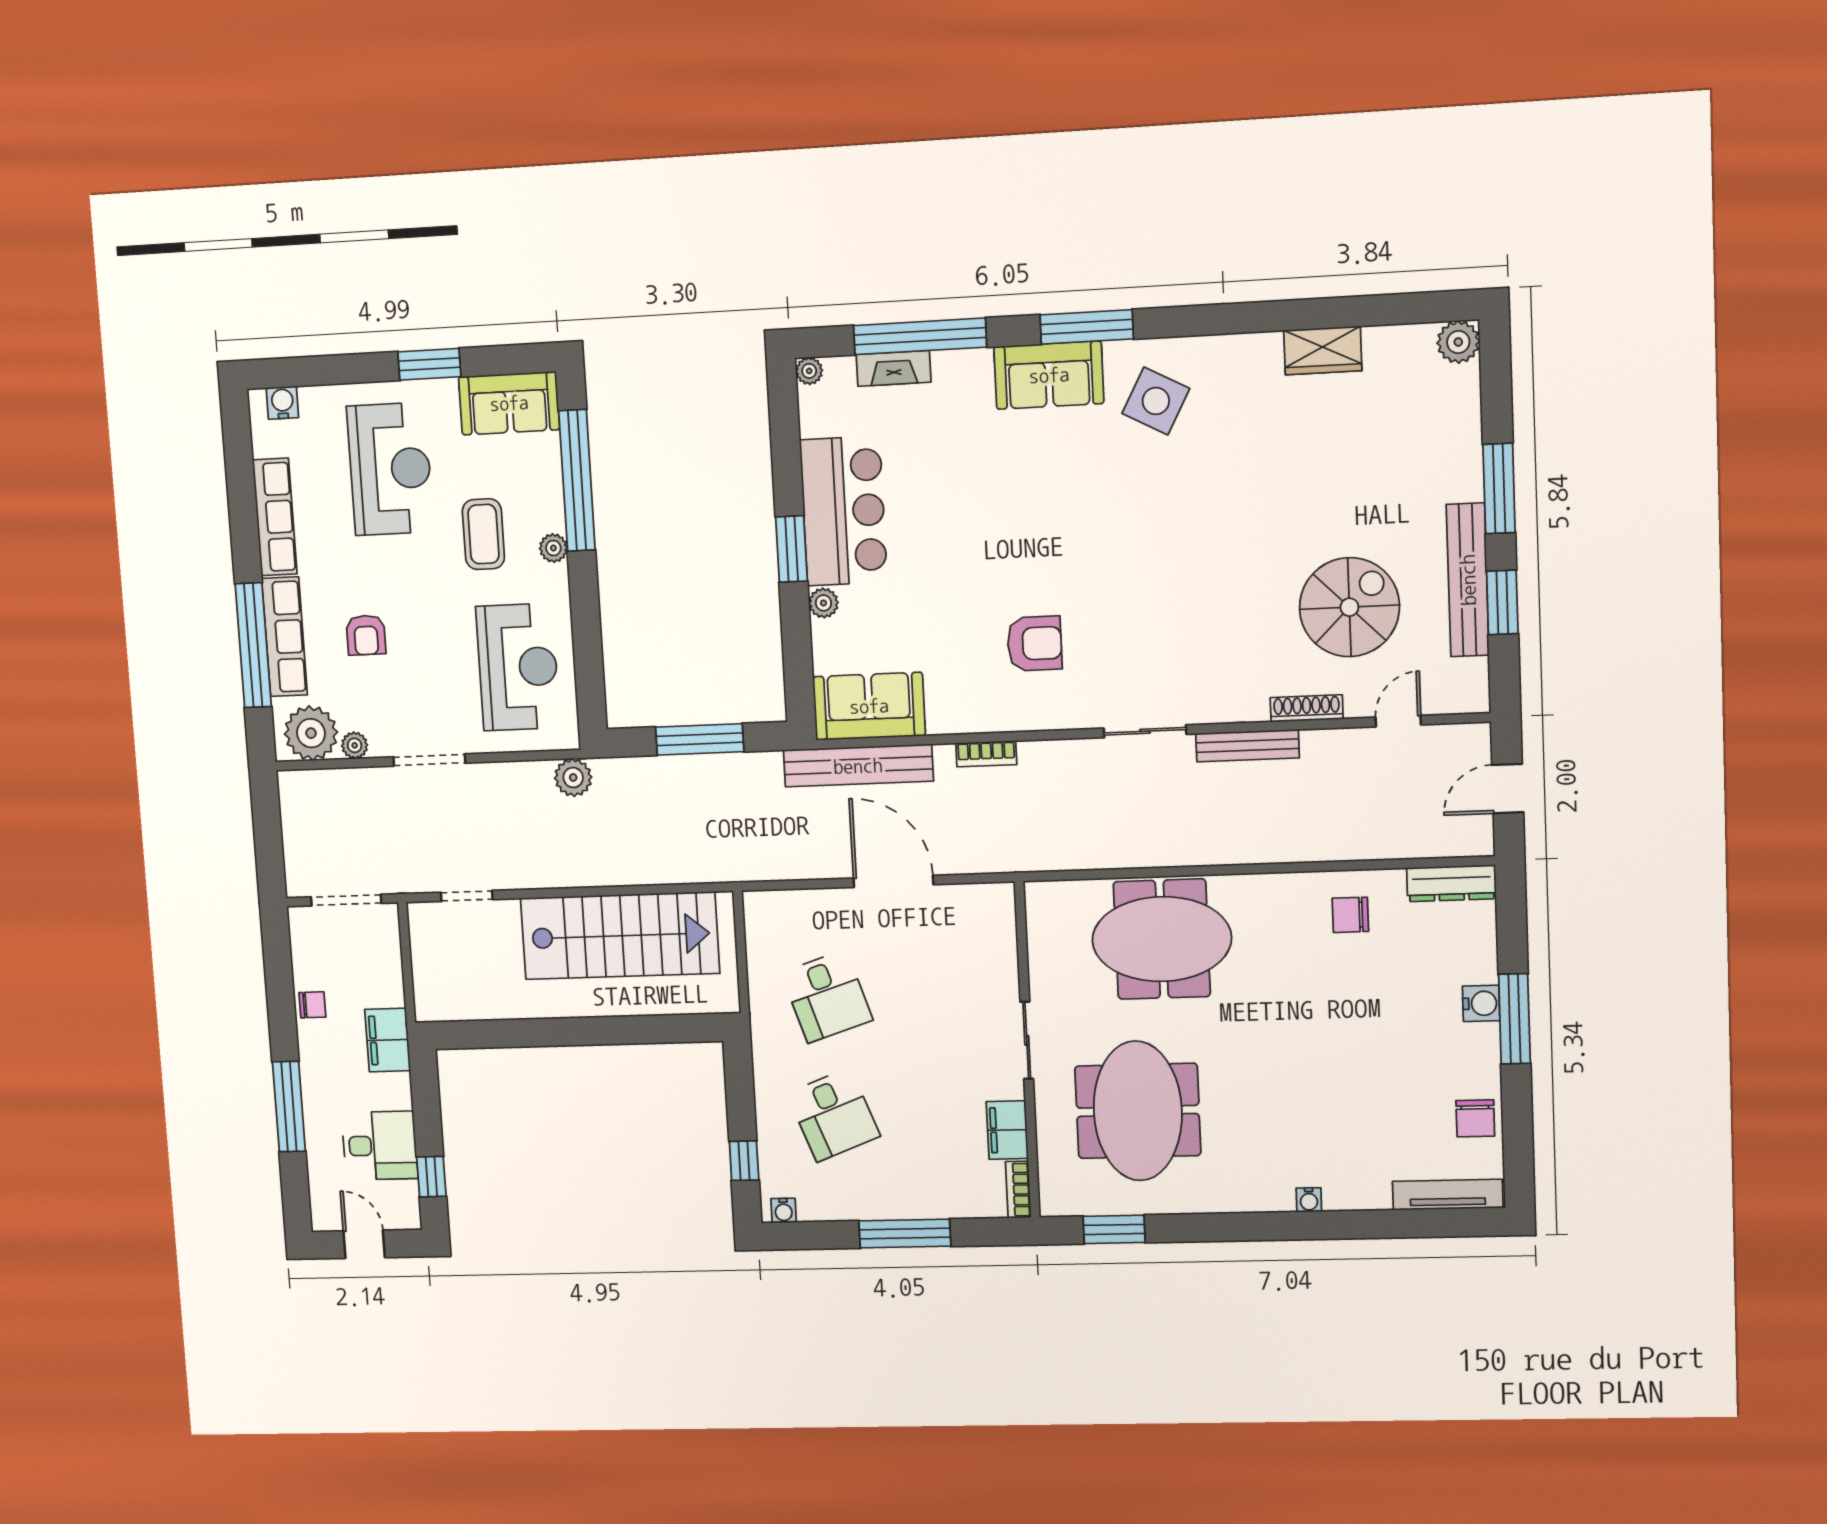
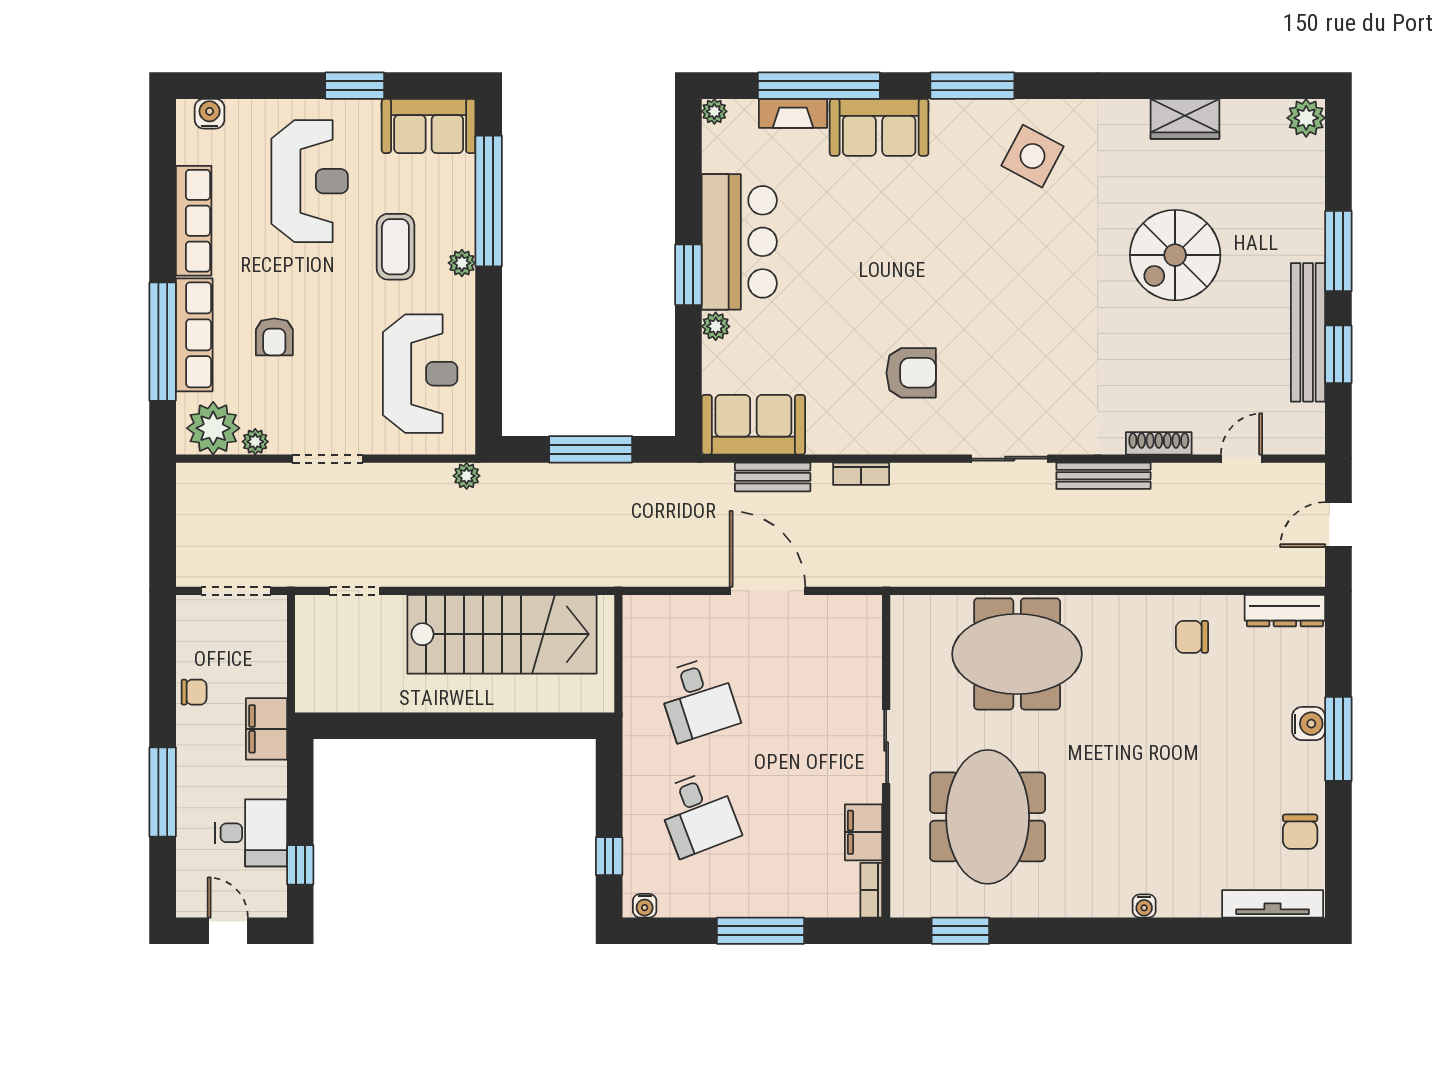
sofa: (1049, 375) -> (879, 127), moved
spiral stairs: (1349, 607) -> (1175, 255), moved, turned 180
bench: (858, 766) -> (773, 477), width x0.54, depth x0.82
plant: (573, 778) -> (467, 476), width x0.73, depth x0.73

